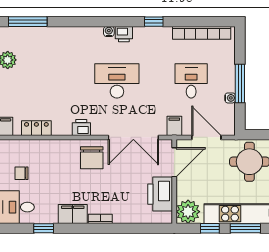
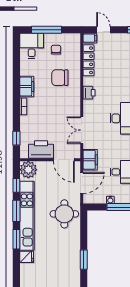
filing cabinet: (174, 126) -> (90, 160), width x2.00
locker: (36, 128) -> (89, 60), width x1.53
double door: (133, 137) -> (82, 130), width x0.73
chair: (92, 158) -> (60, 78), moved
window: (44, 228) -> (16, 138), moved

